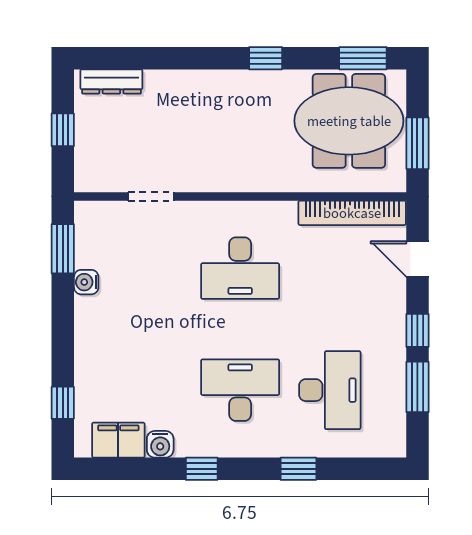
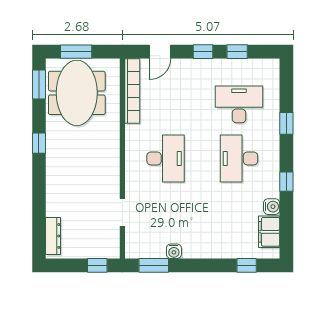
window: (63, 130) -> (97, 265), moved
window: (417, 143) -> (76, 52), moved
window: (417, 387) -> (237, 52), width x0.67

